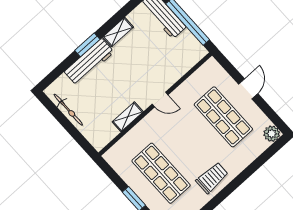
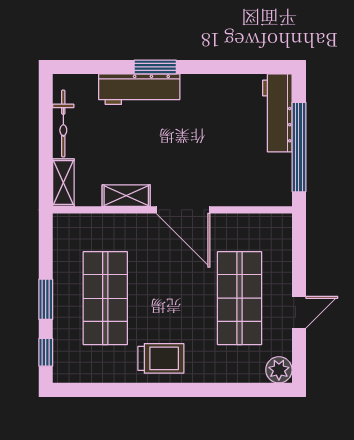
shelving: (118, 32) -> (63, 183), moved, turned 90
door: (248, 89) -> (299, 312), moved
door: (160, 100) -> (183, 210), width x1.88

